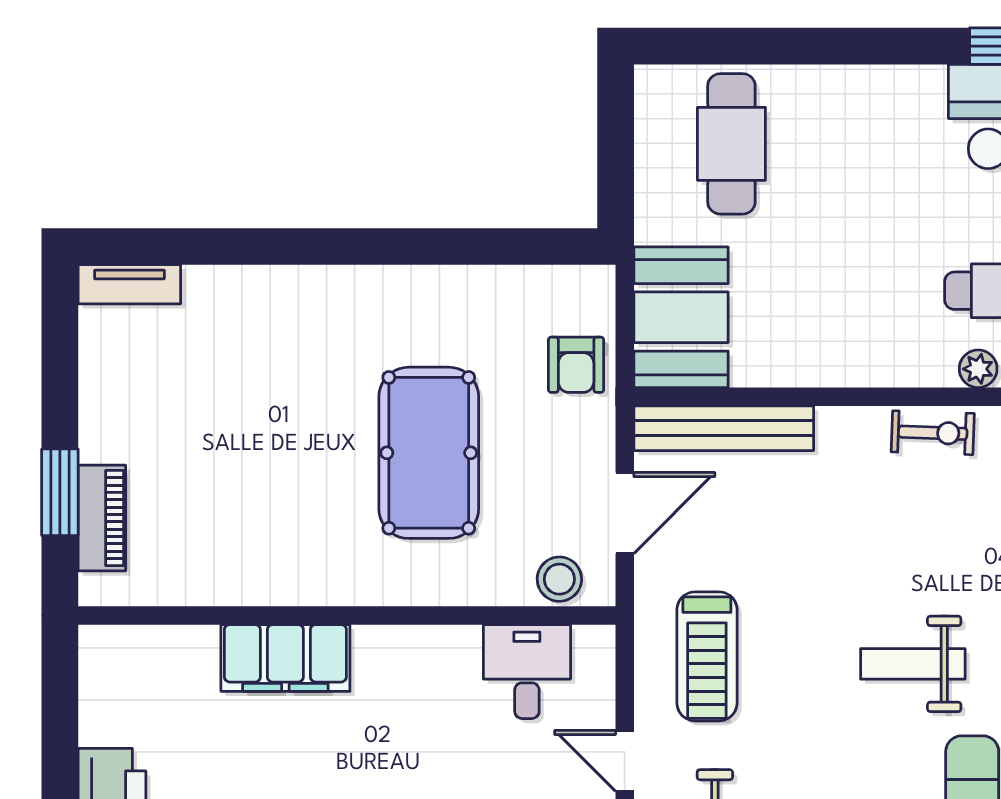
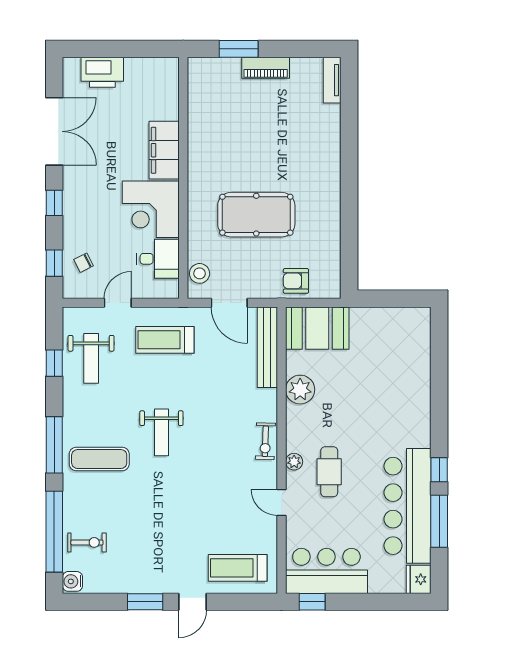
cafe table: (731, 144) -> (395, 351), removed
plant: (818, 355) -> (300, 390), added
piano: (102, 518) -> (266, 68), moved
weight bench: (913, 664) -> (161, 432), turned 180
corner desk: (417, 688) -> (151, 209), added

